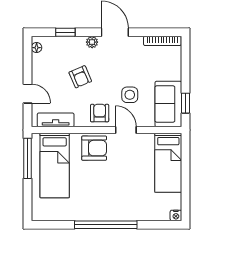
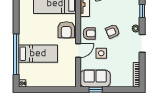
armchair: (80, 77) -> (113, 31), moved
bed: (168, 163) -> (38, 54), moved, turned 180
window: (106, 225) -> (16, 54), moved

